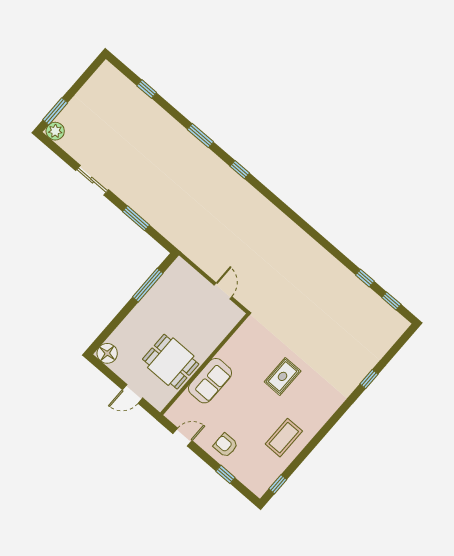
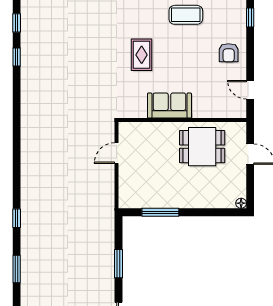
floor lamp: (107, 353) -> (241, 203), width x0.53, depth x0.53
dining table: (171, 362) -> (202, 147), turned 90
rug: (283, 376) -> (142, 55), turned 90
sofa: (210, 381) -> (169, 105), moved
window: (225, 474) -> (250, 18), moved

